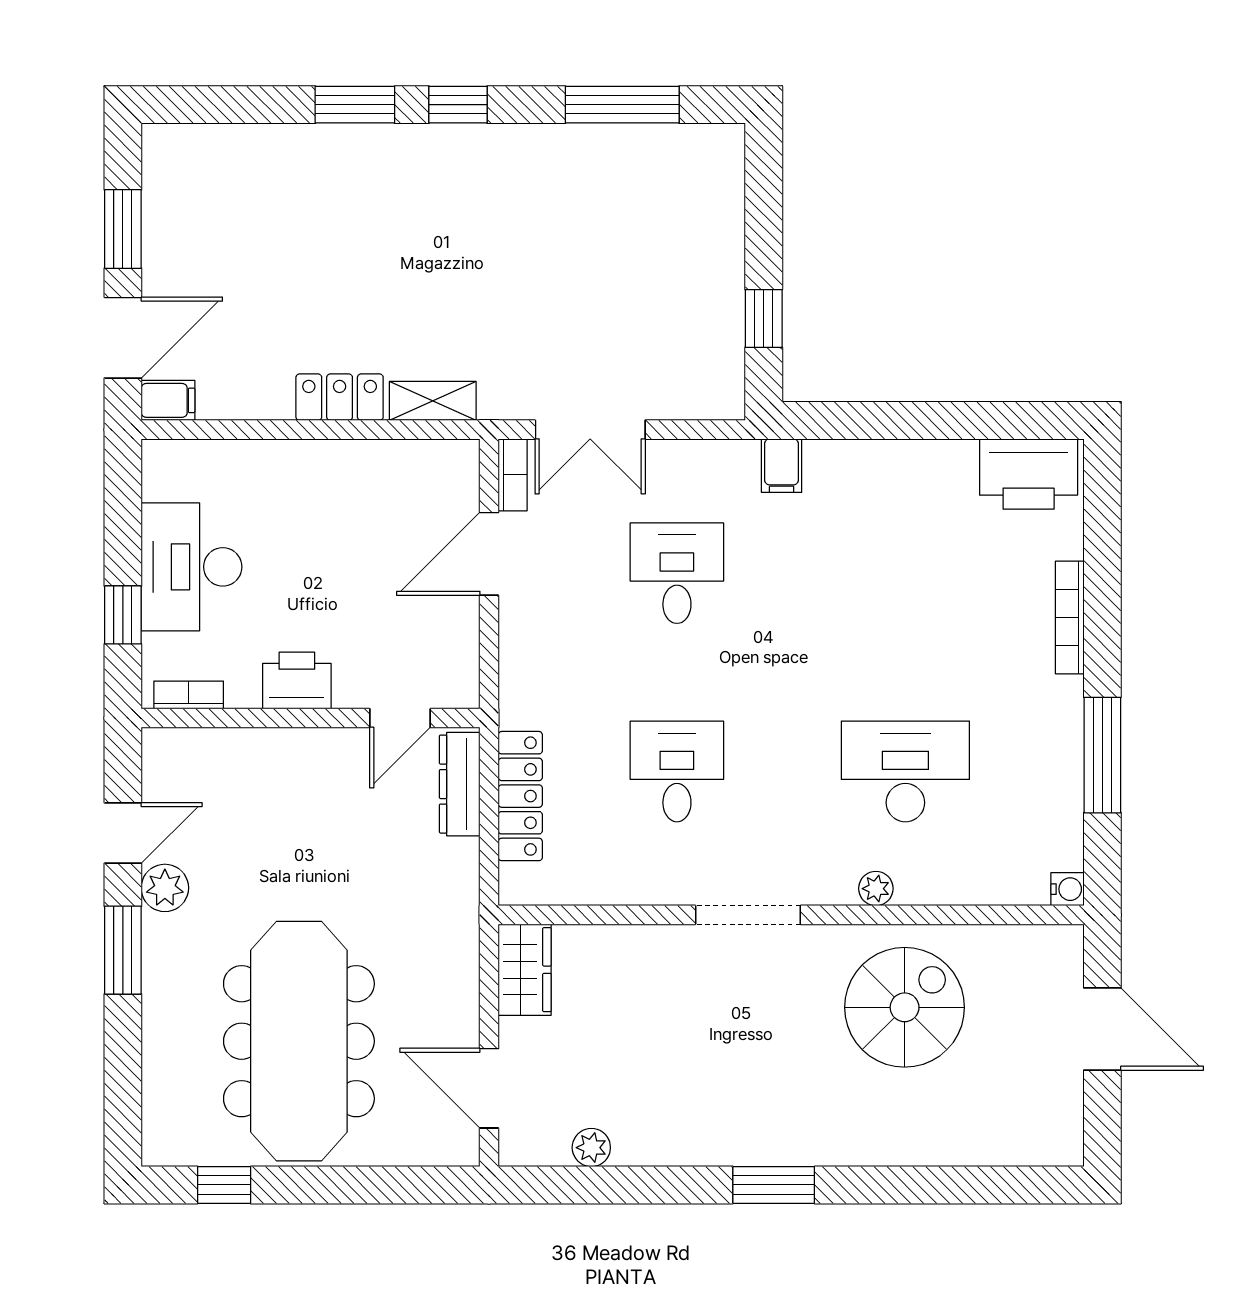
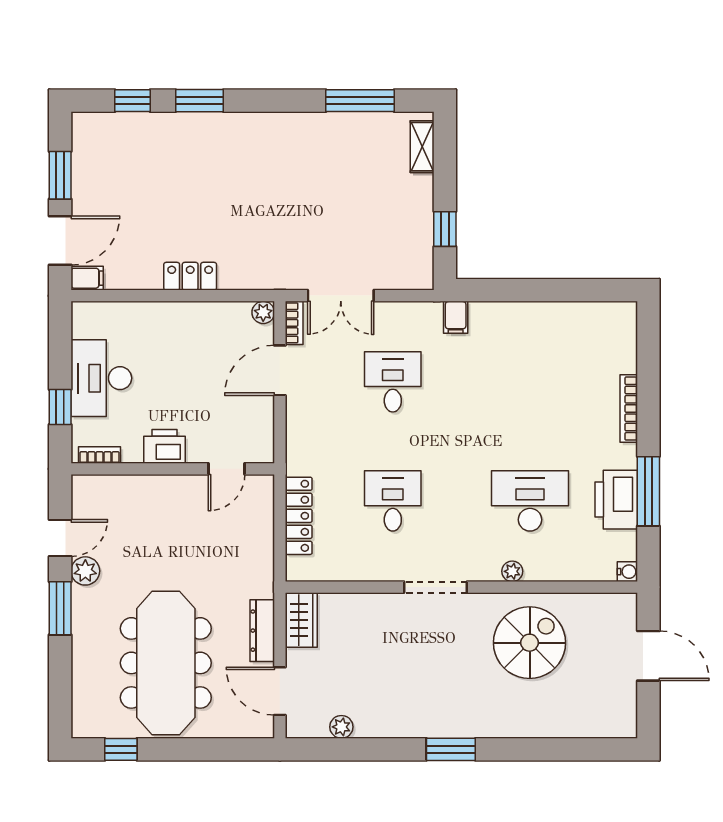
window: (458, 105) -> (132, 101), moved
shelving: (433, 401) -> (422, 147), moved, turned 90
plant: (461, 457) -> (263, 312), added
printer: (1029, 474) -> (616, 500), moved, turned 90
dresser: (460, 784) -> (262, 631), moved

